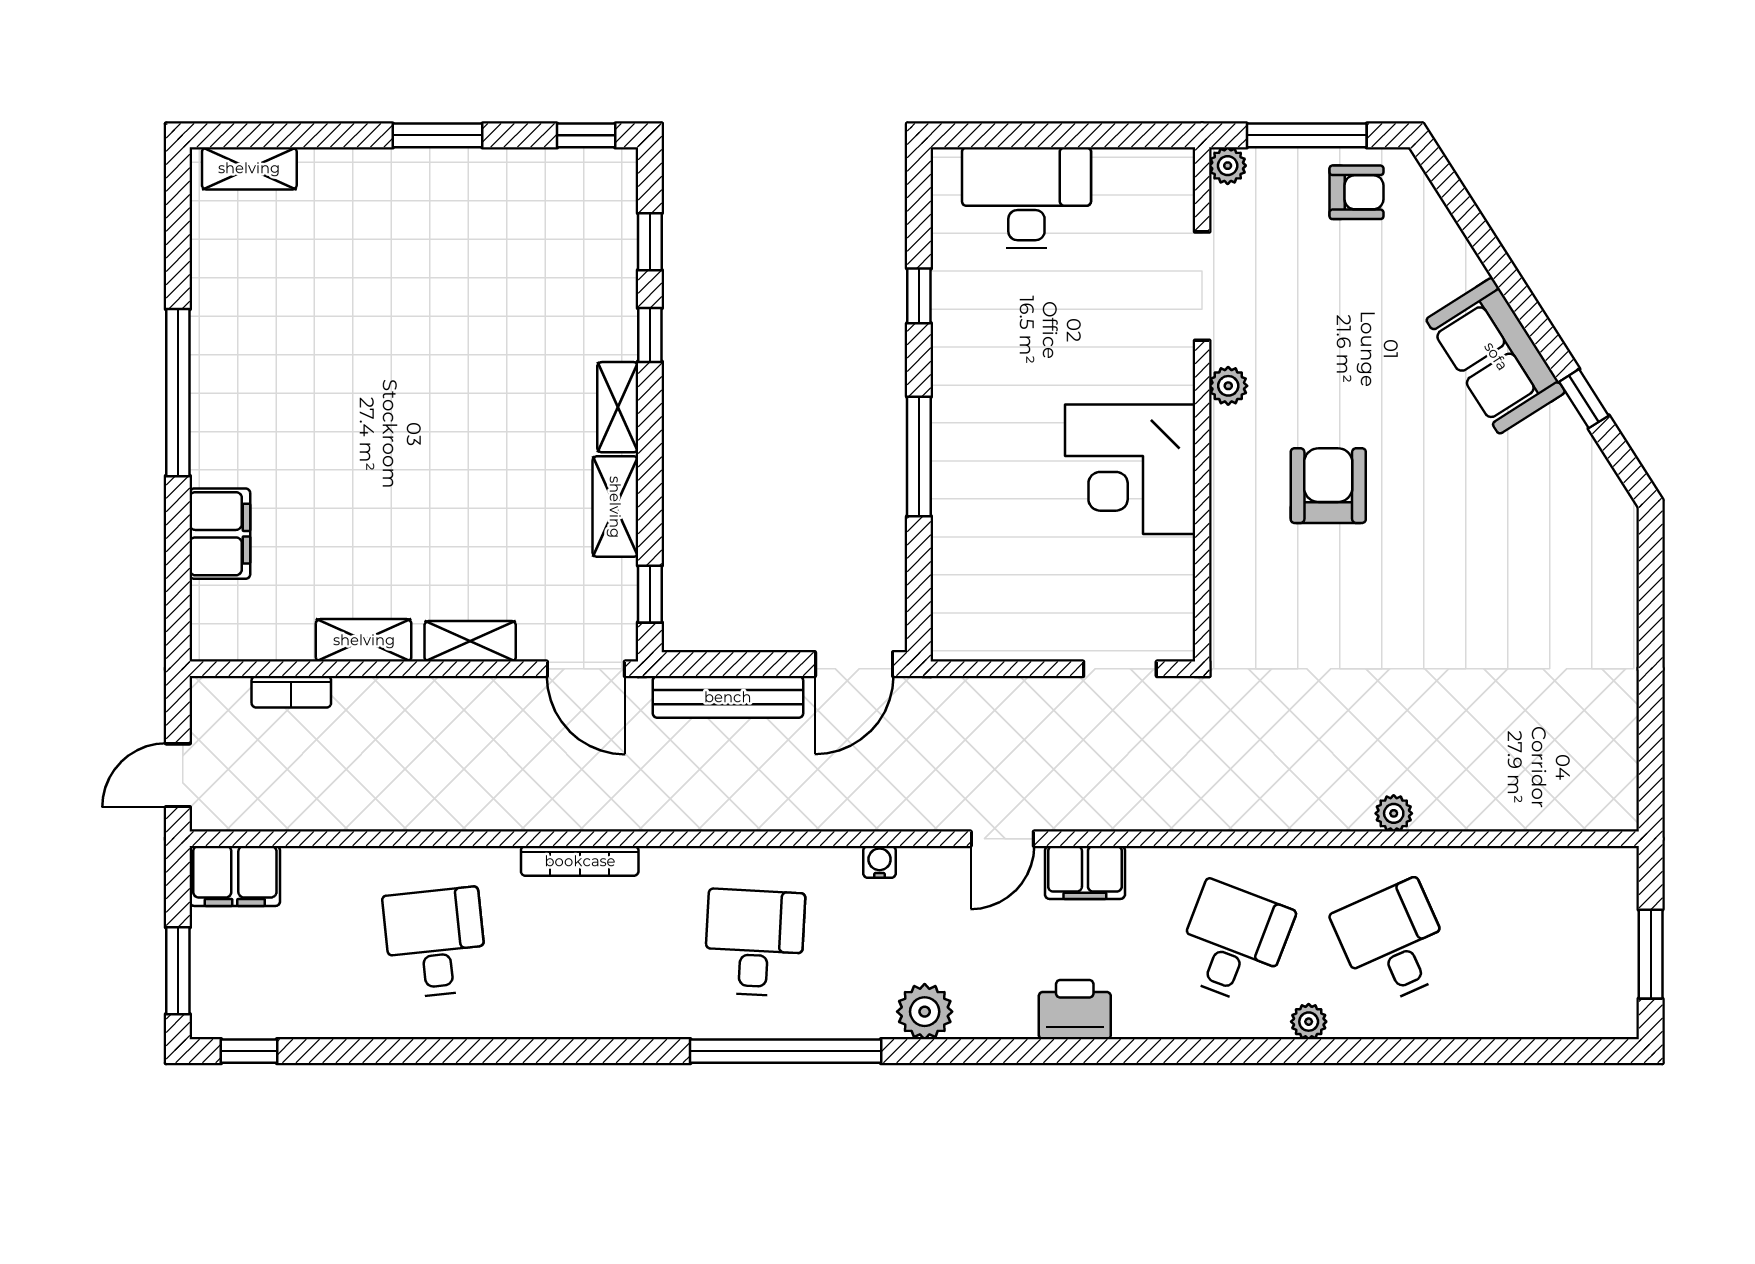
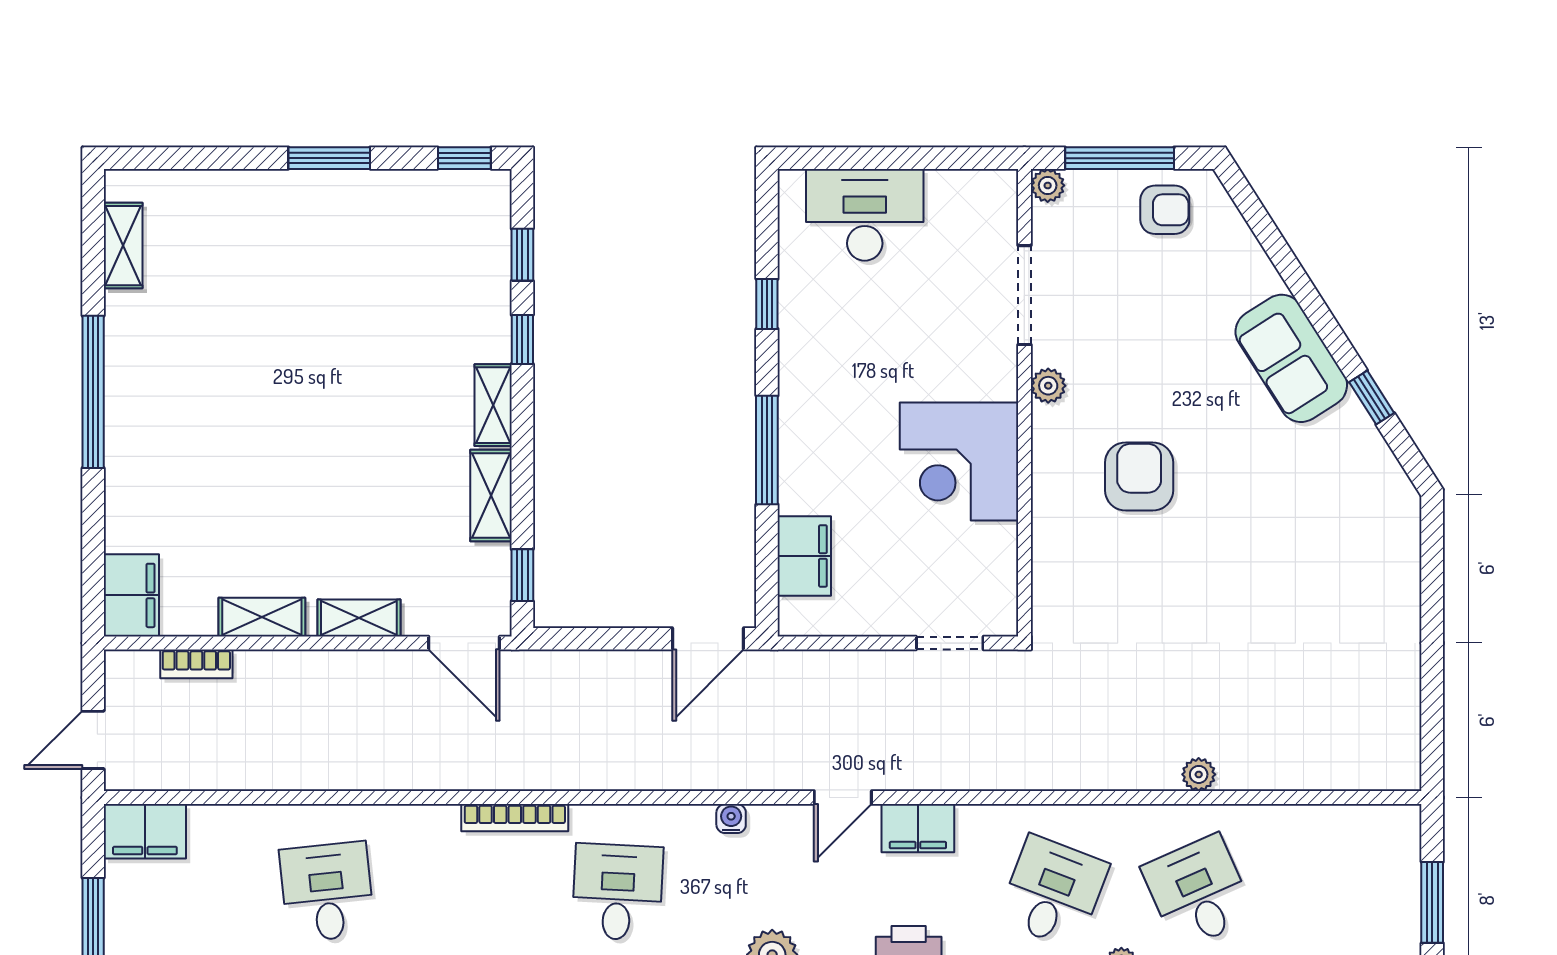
shelving: (249, 168) -> (123, 246), moved, turned 90
filing cabinet: (220, 534) -> (131, 595), moved
filing cabinet: (960, 573) -> (804, 556), added
bench: (728, 697) -> (593, 669), removed
bookcase: (580, 861) -> (515, 818), moved

